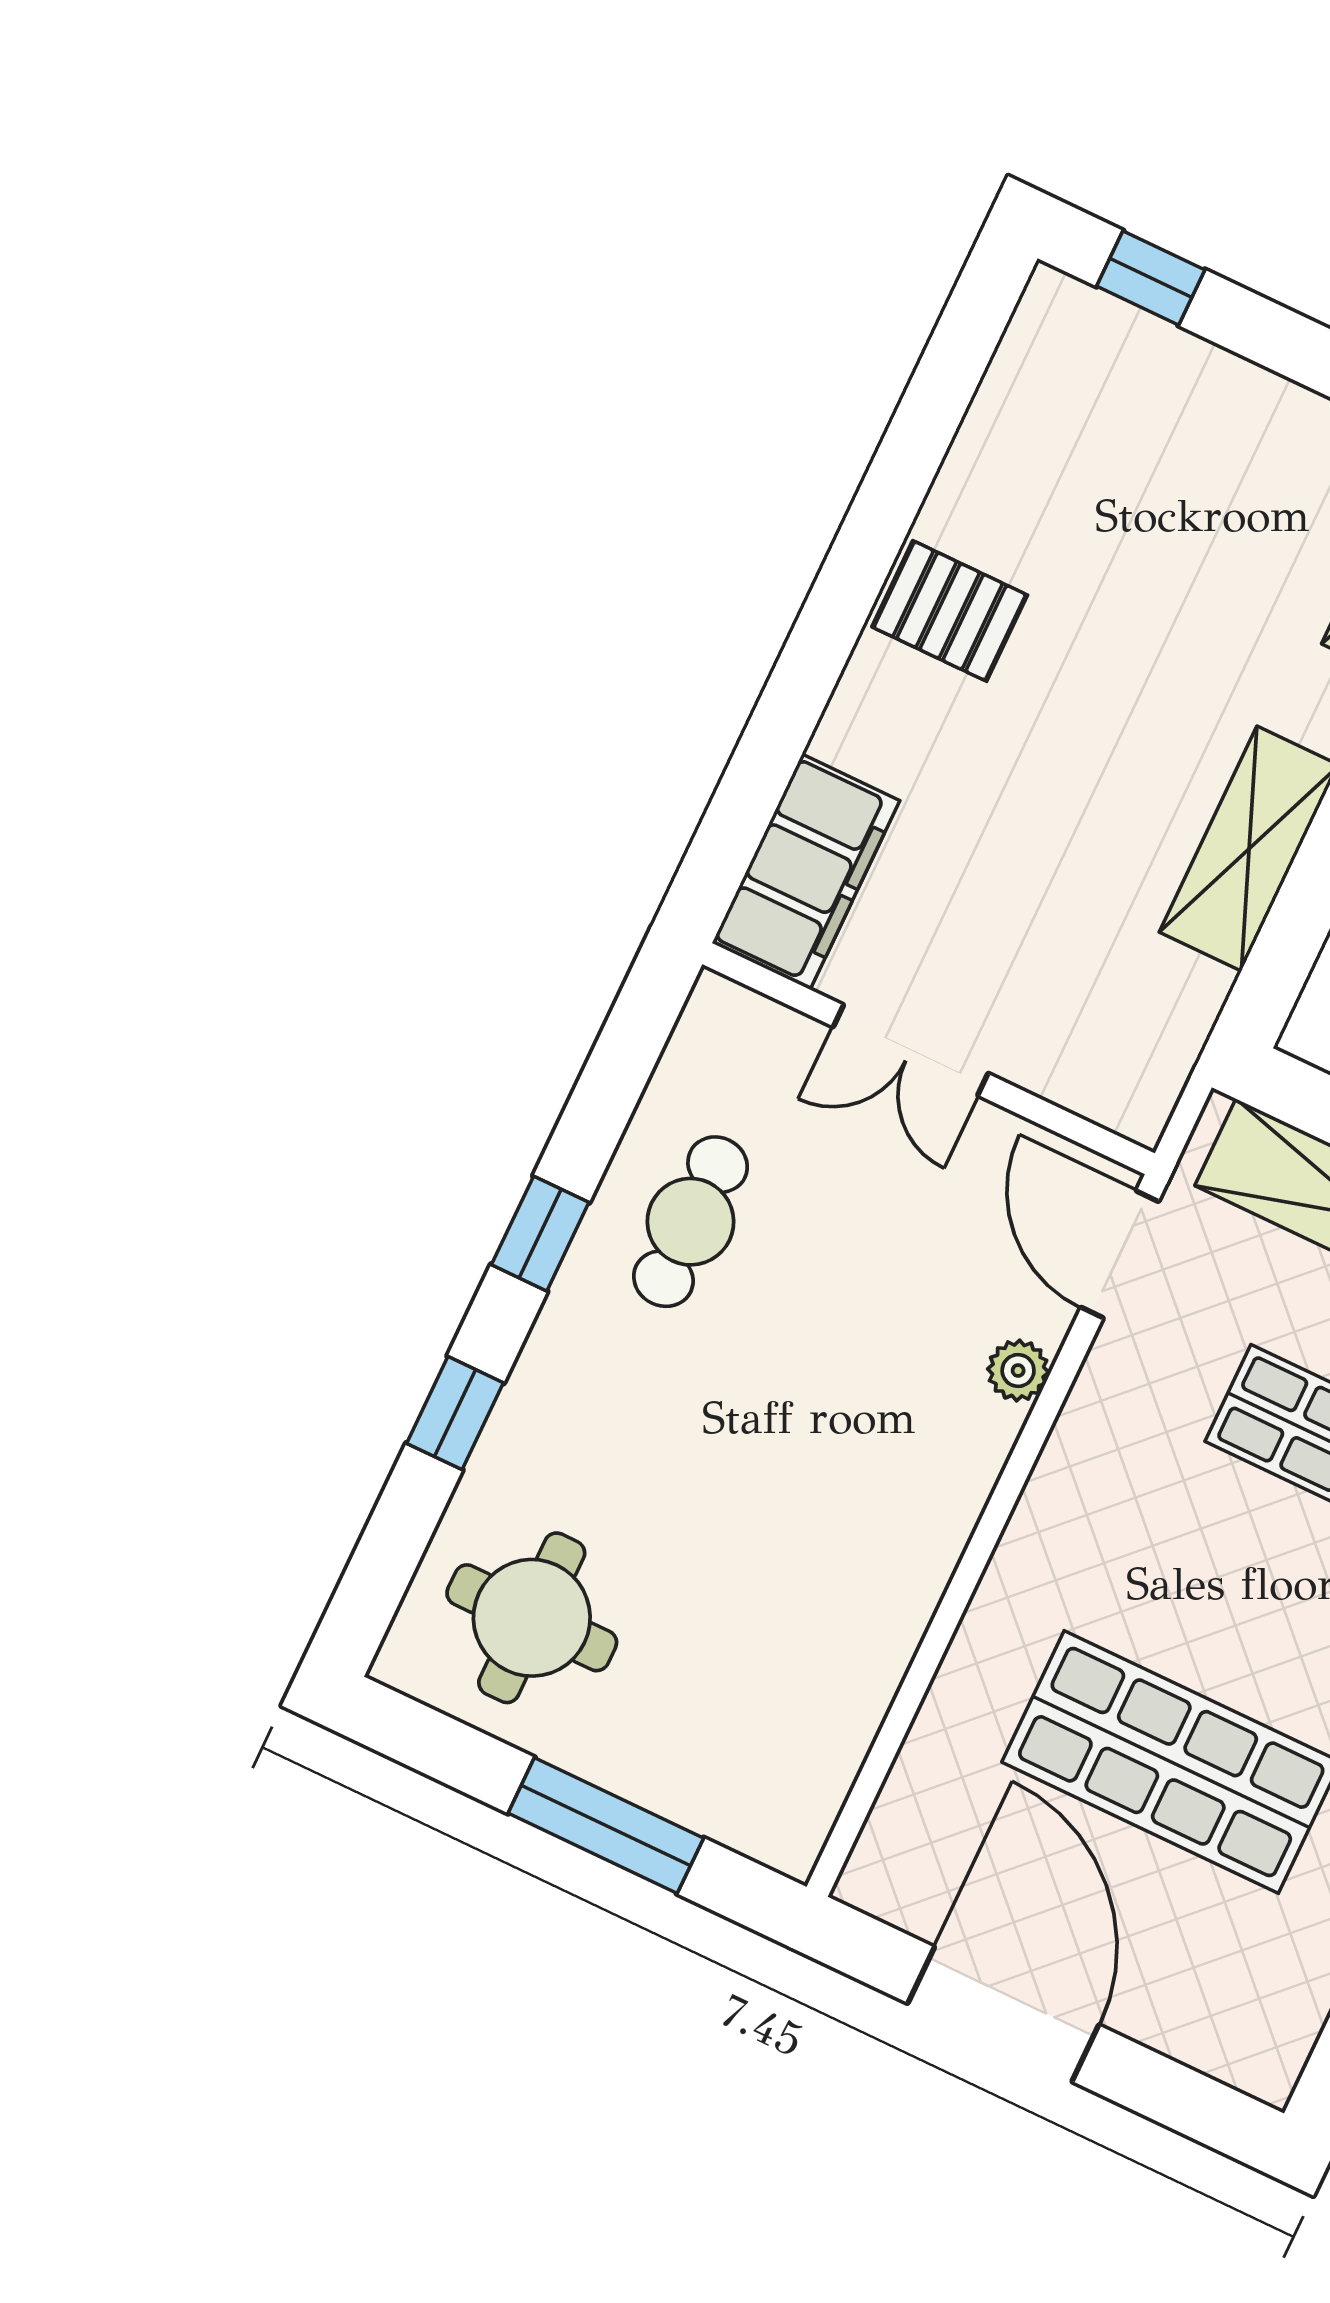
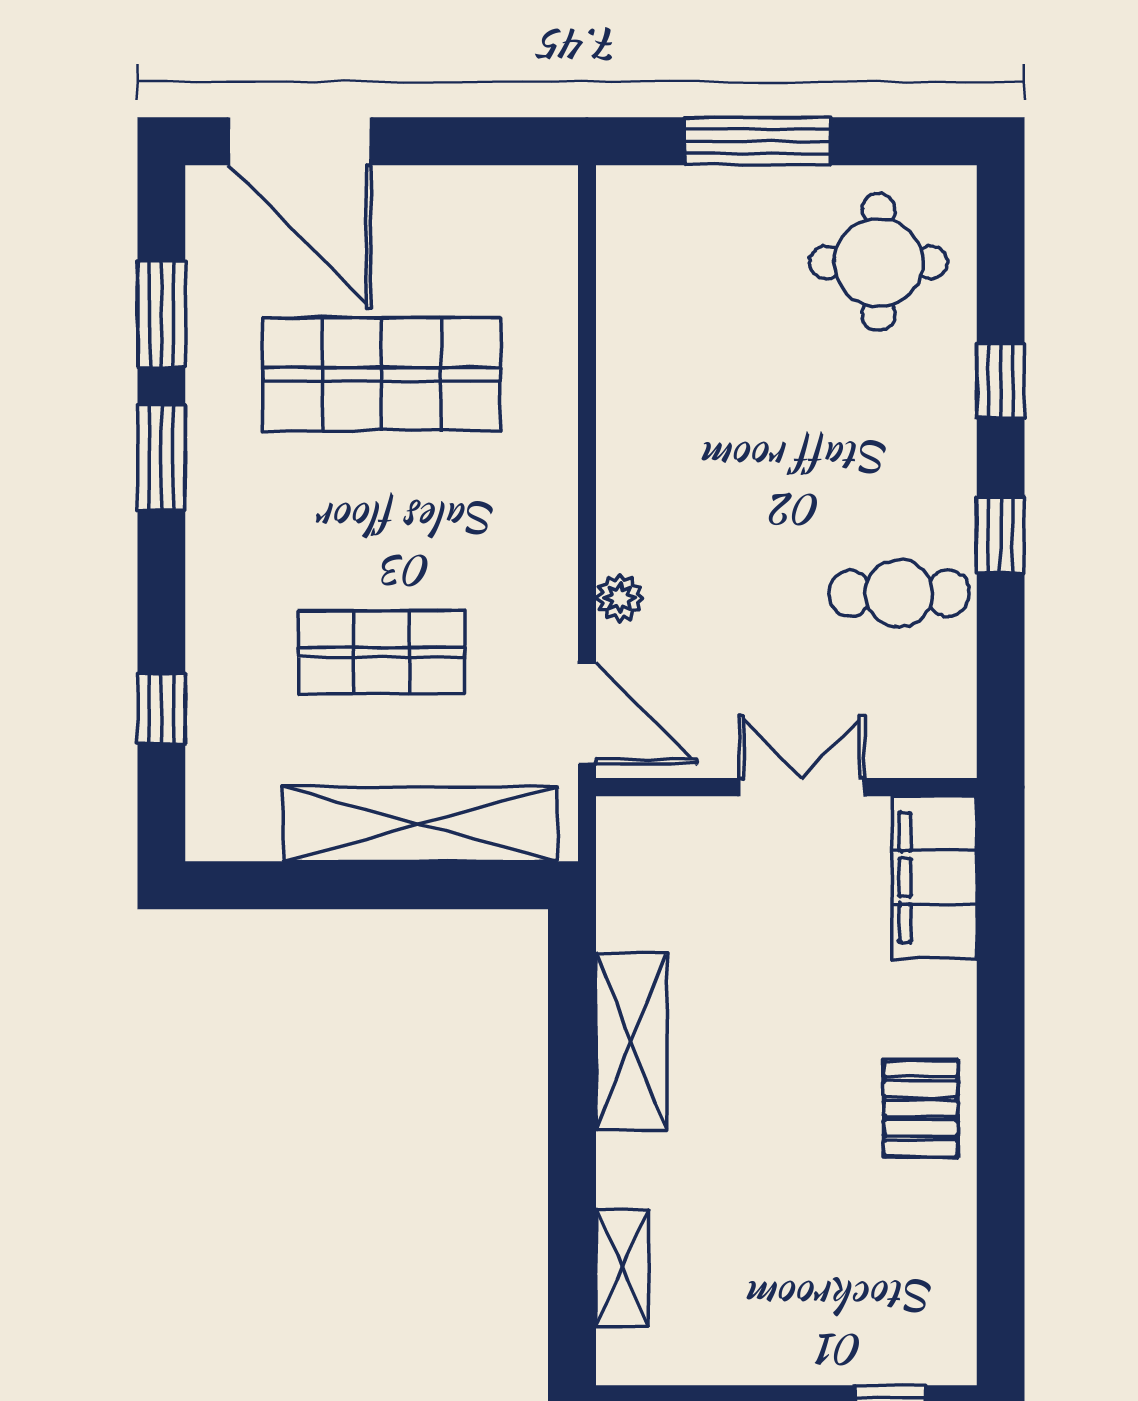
pallet: (950, 611) -> (921, 1108), turned 90
cafe table: (691, 1222) -> (899, 593), turned 90
door: (1003, 2014) -> (300, 141), moved

